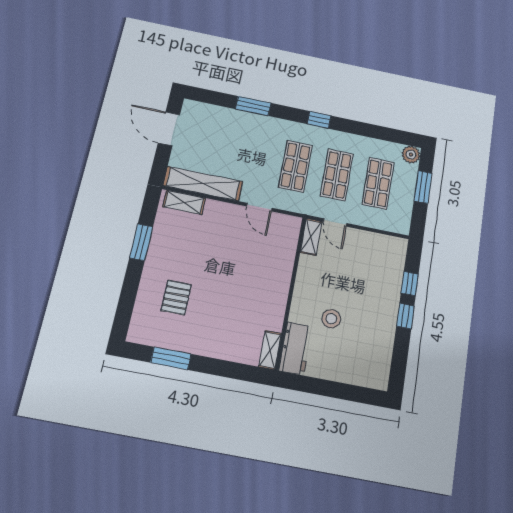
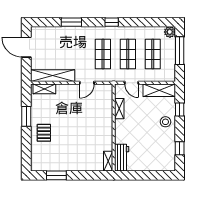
window: (423, 187) -> (180, 51), width x1.44
door: (259, 207) -> (87, 83), hinge flipped
shelving: (311, 237) -> (119, 109), moved
shelving: (380, 244) -> (159, 90), added
pallet: (176, 297) -> (44, 133), moved
window: (405, 316) -> (180, 148), moved
stool: (331, 319) -> (165, 122), moved

